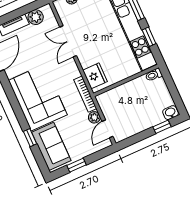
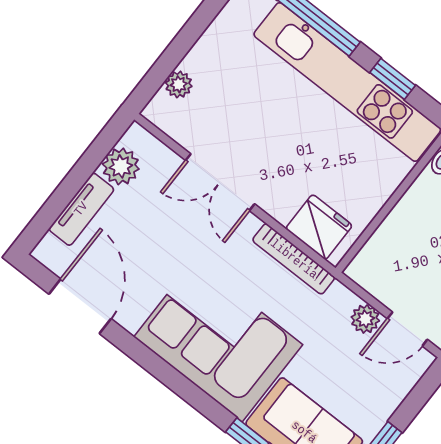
bookcase: (85, 94) -> (294, 259), moved
door: (107, 129) -> (407, 329), hinge flipped

